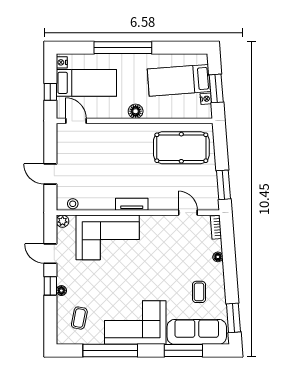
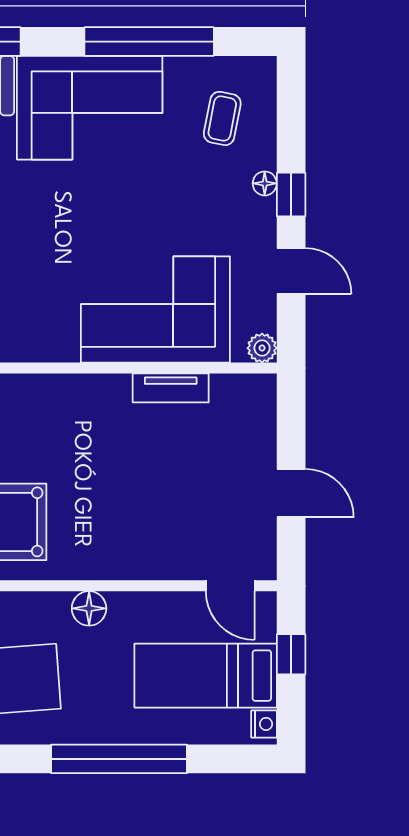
door: (50, 174) -> (291, 493), moved
stool: (73, 204) -> (238, 389), removed
tv unit: (132, 204) -> (171, 388), moved

